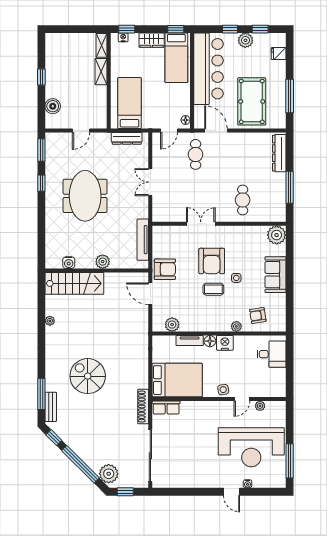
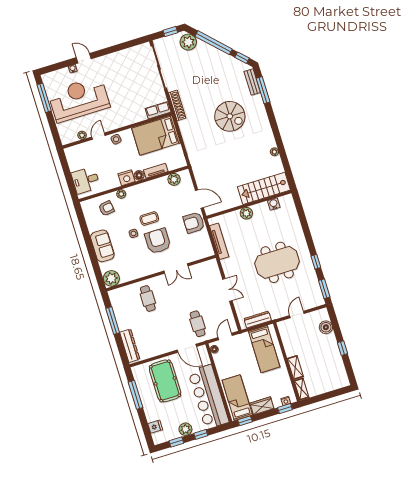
meeting table: (85, 196) -> (277, 262), turned 90

